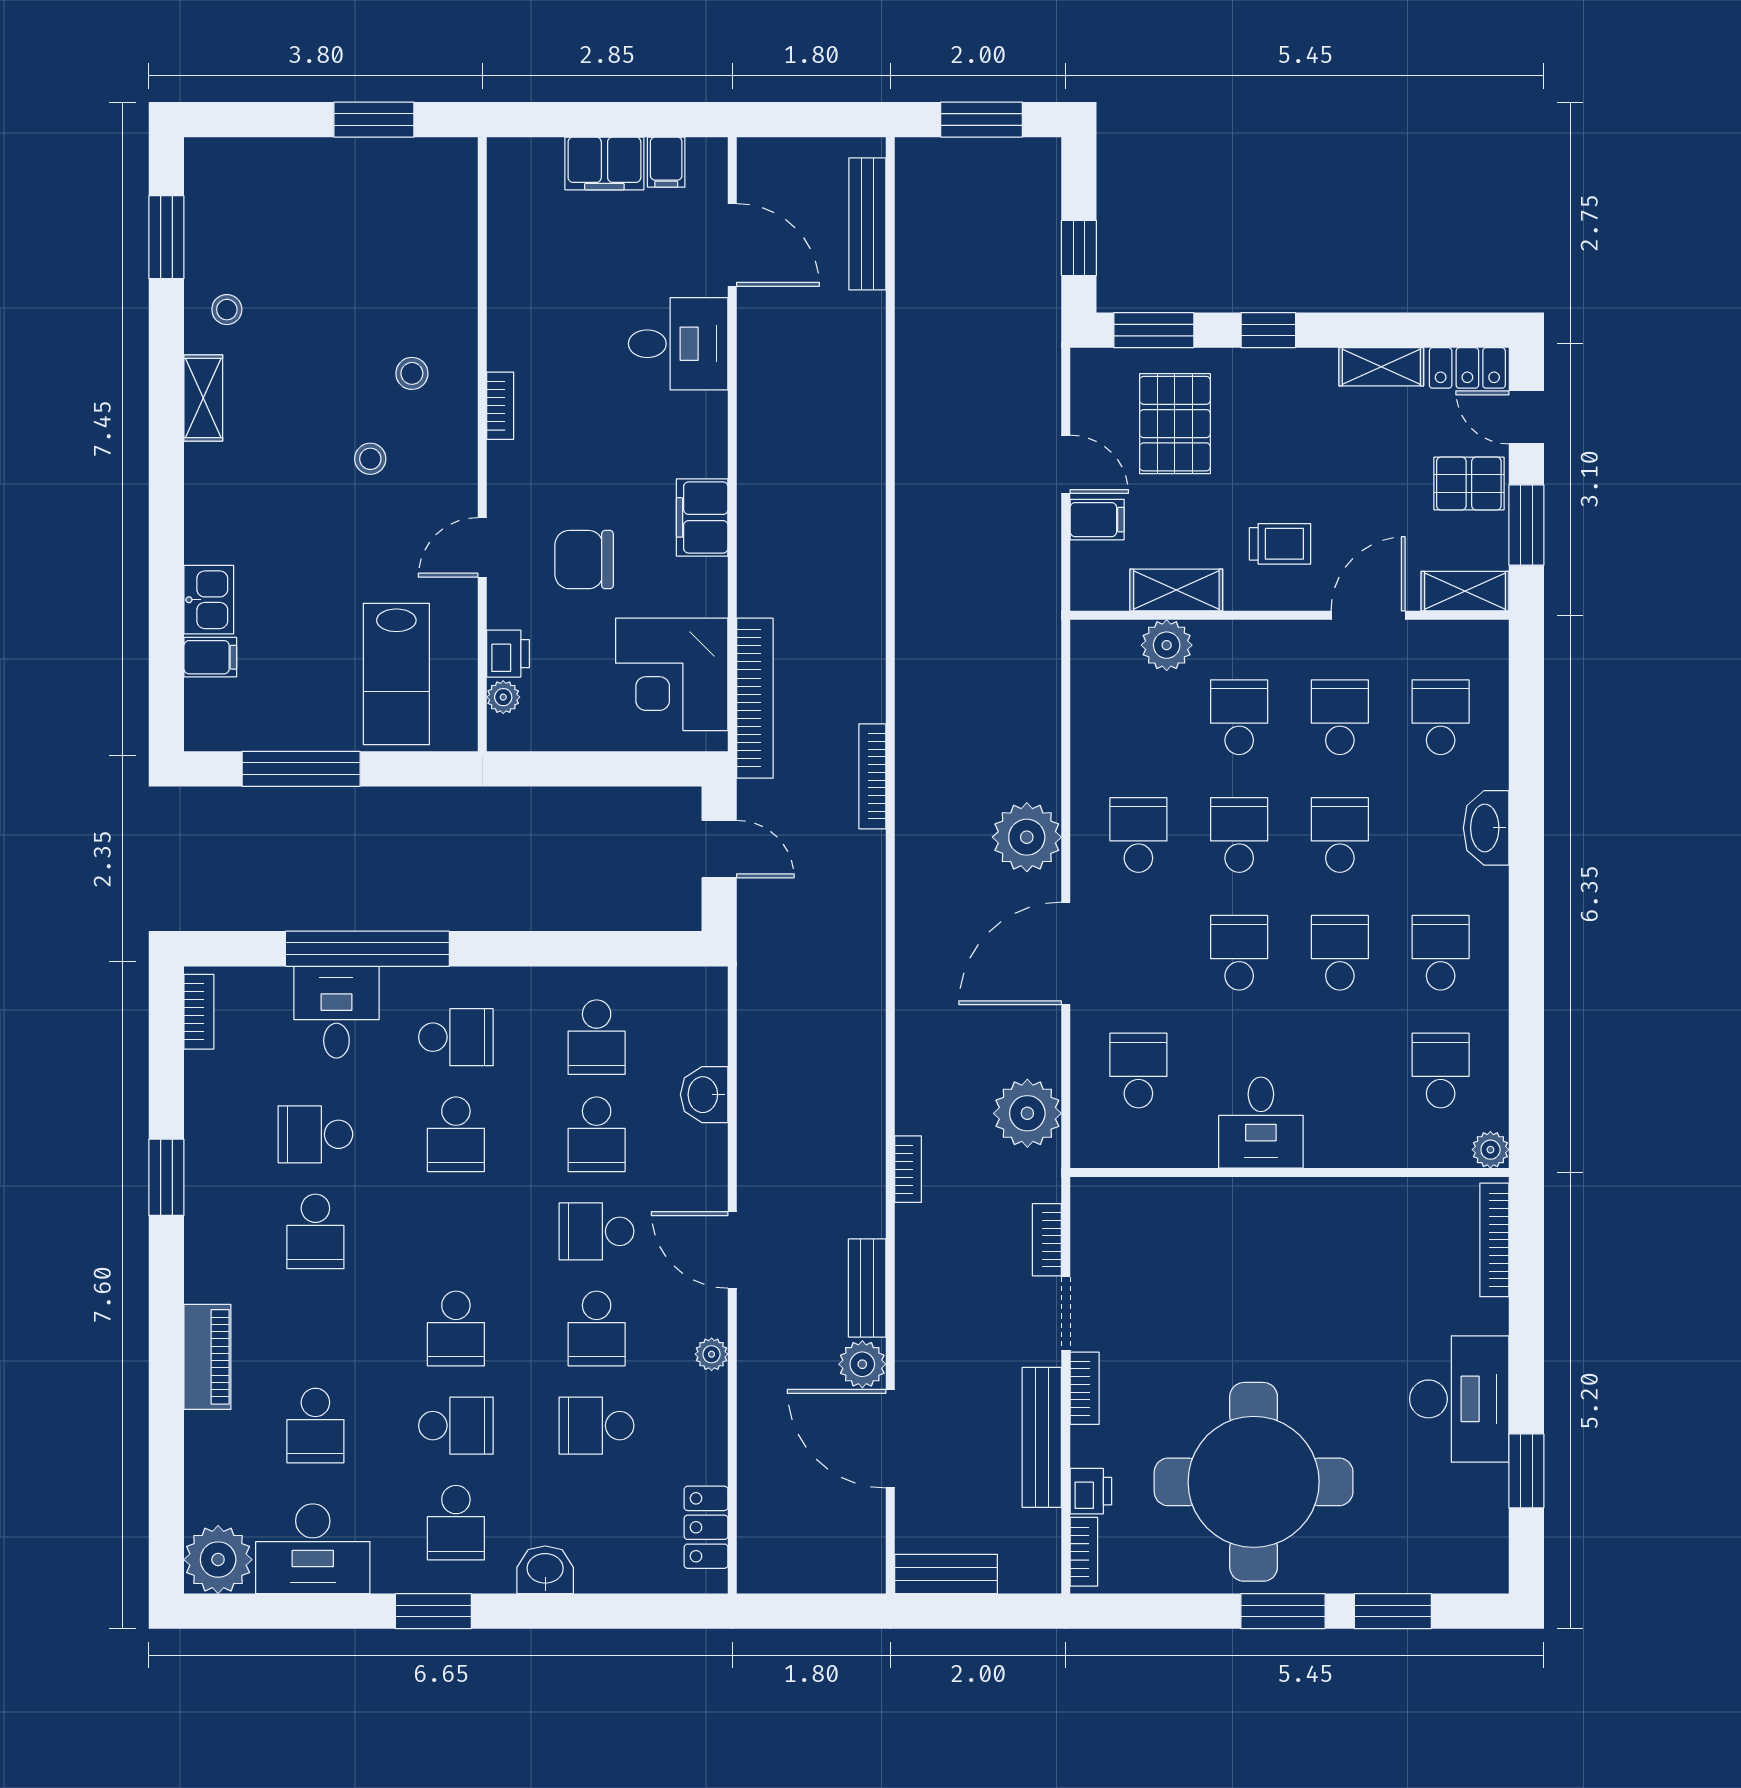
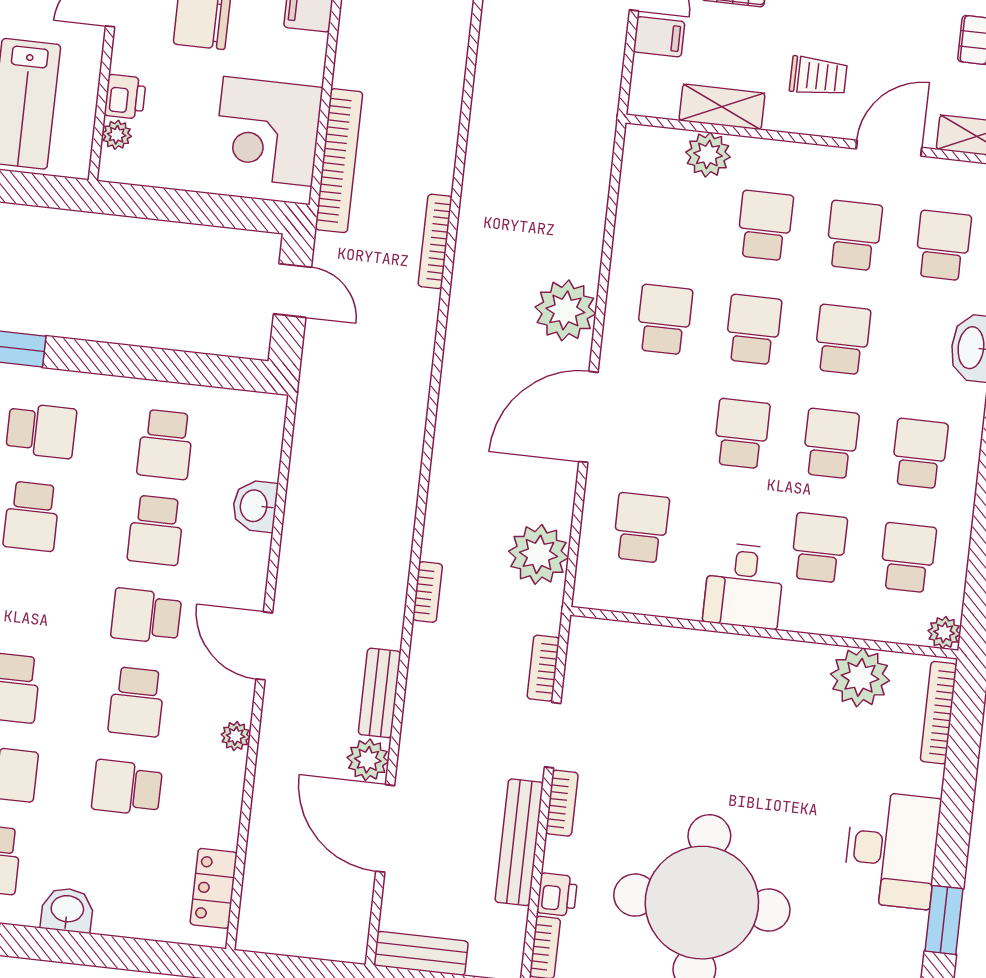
school desk: (1340, 1071) -> (819, 548), added
plant: (1402, 1210) -> (860, 677), added

